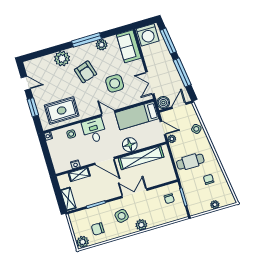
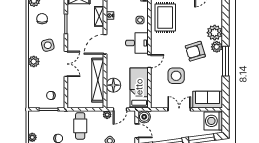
plant: (102, 45) -> (217, 47), moved
double door: (150, 83) -> (179, 109), moved
floor lamp: (130, 145) -> (113, 85), moved

